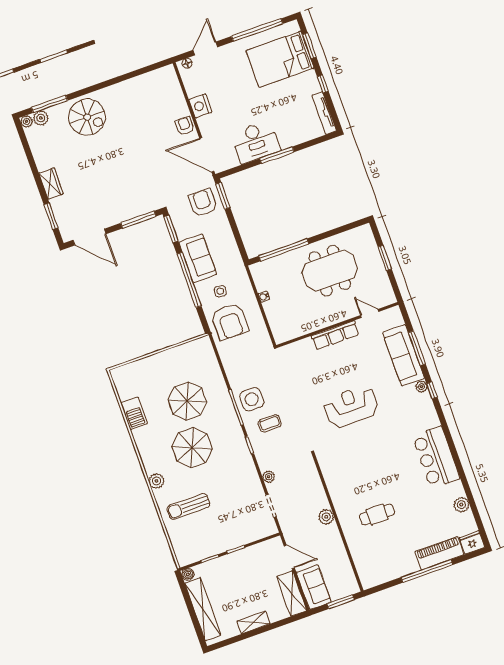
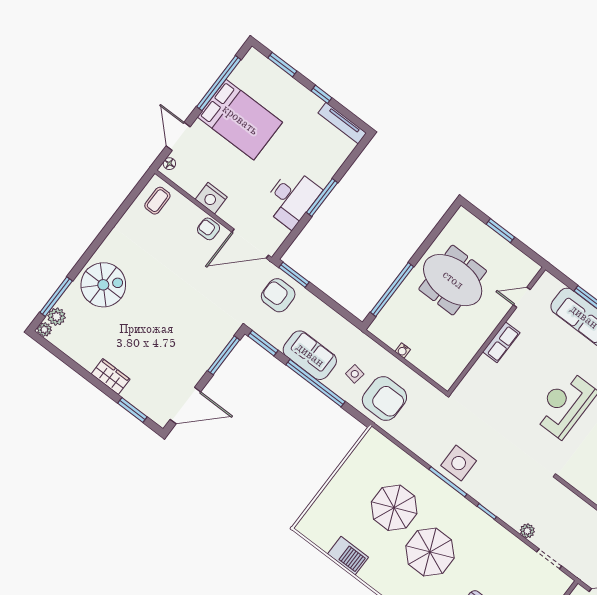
bed: (280, 59) -> (240, 120), moved, turned -90
meeting table: (330, 271) -> (453, 280), turned 90
row of seats: (335, 335) -> (501, 342), width x0.68
coffee table: (270, 423) -> (157, 201), moved

